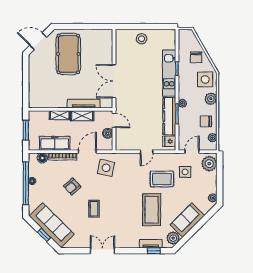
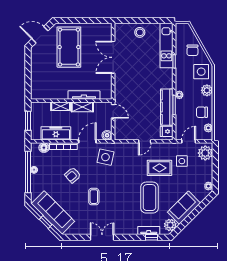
kitchen unit: (169, 73) -> (166, 46), moved
double door: (114, 81) -> (113, 57), moved
boiler: (108, 133) -> (107, 135), moved

